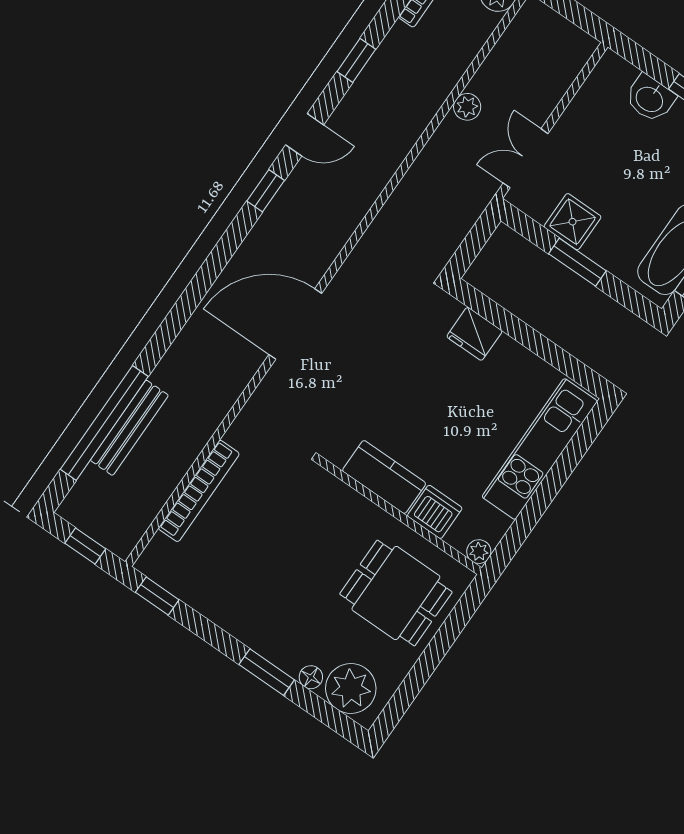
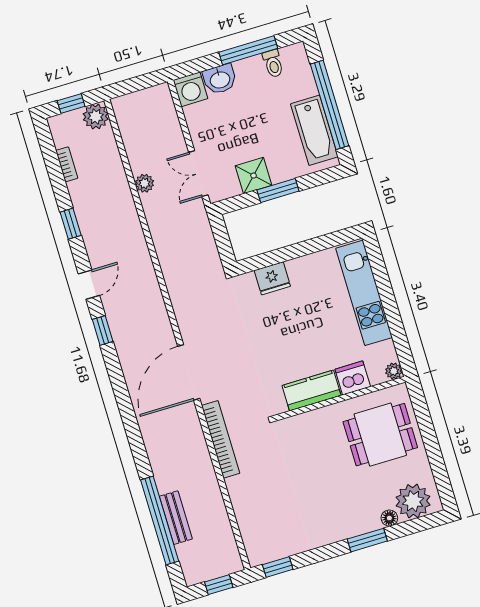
washing machine: (613, 75) -> (190, 89), added
bench: (129, 428) -> (176, 518), width x0.73
bookcase: (199, 491) -> (221, 439), moved

